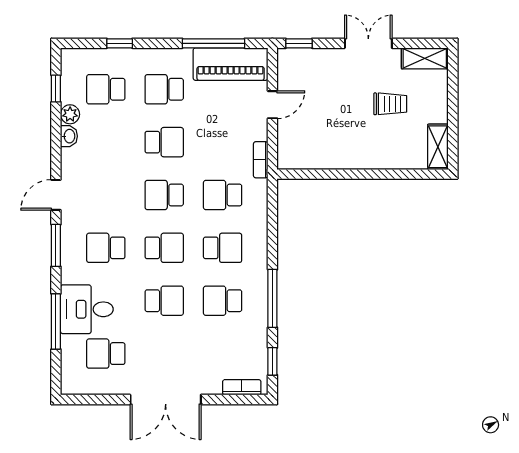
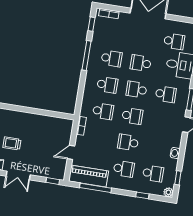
plant: (70, 114) -> (168, 192), moved
school desk: (223, 248) -> (107, 85), turned 180

